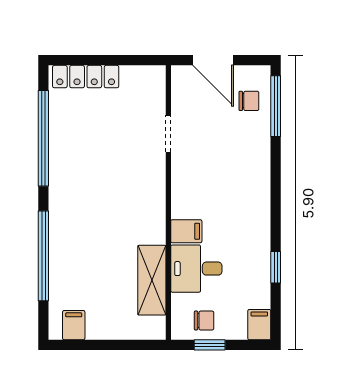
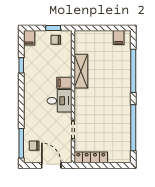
locker: (86, 77) -> (91, 157), moved
desk: (196, 269) -> (59, 101), moved
shelving: (152, 280) -> (81, 71), moved

